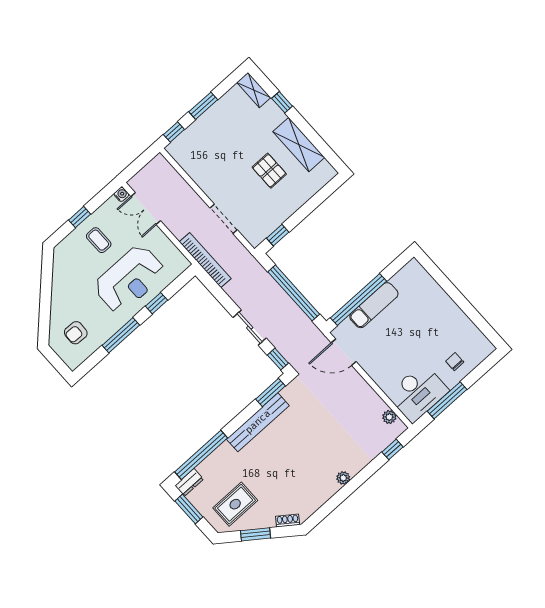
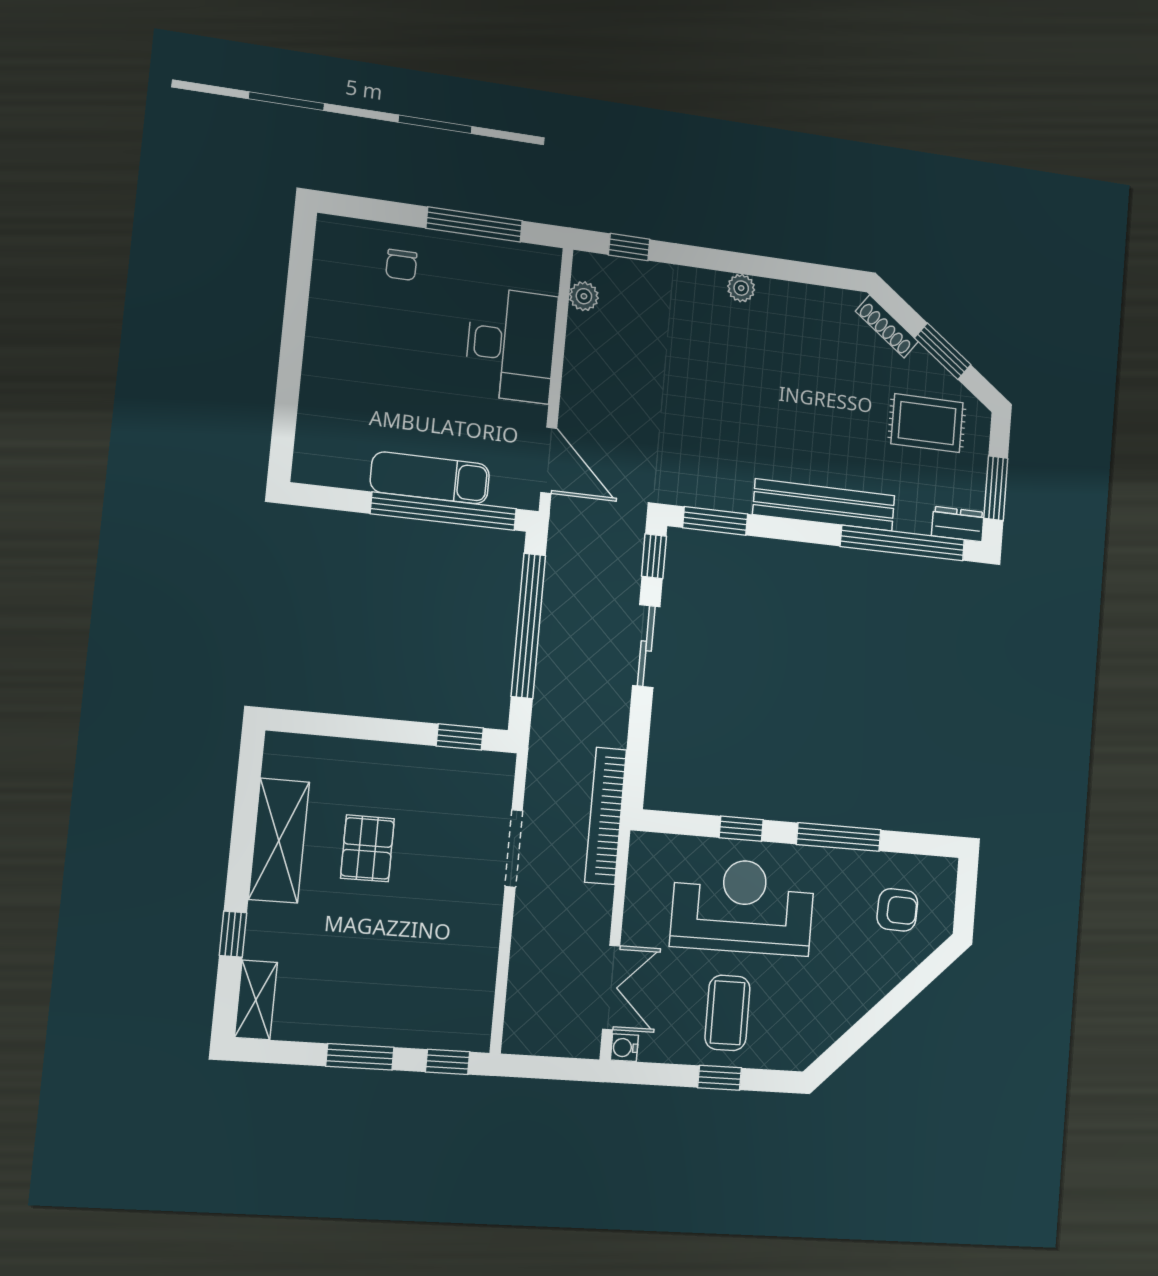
coffee table: (99, 240) -> (727, 1013), width x1.36, depth x1.30
desk: (418, 393) -> (511, 345), moved, turned 90
bench: (258, 422) -> (824, 505), moved
shoe rack: (288, 520) -> (887, 326), width x1.43

